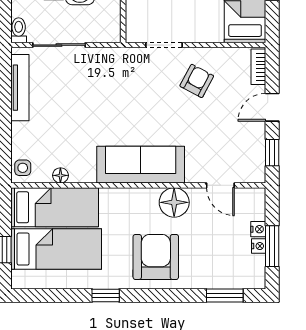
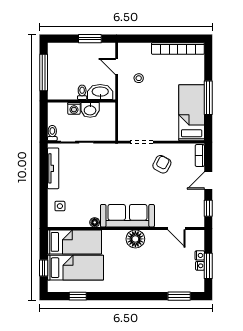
side table: (23, 168) -> (60, 206), moved
floor lamp: (60, 175) -> (95, 222), moved
floor lamp: (174, 202) -> (135, 239), moved
armchair: (156, 257) -> (137, 272), removed
window: (106, 295) -> (78, 296), moved

